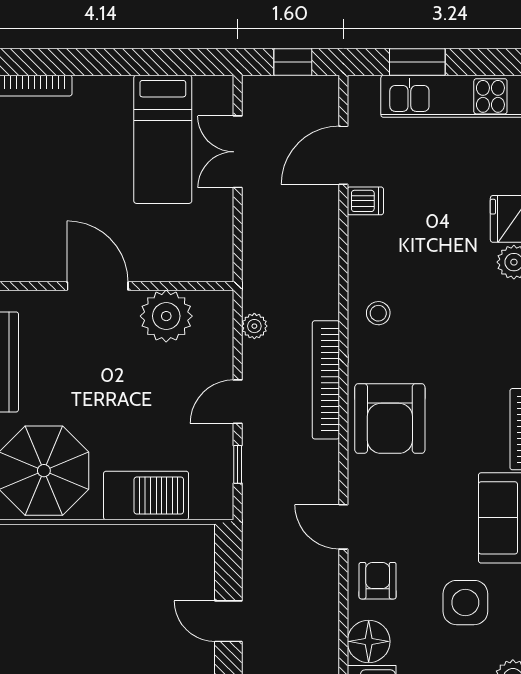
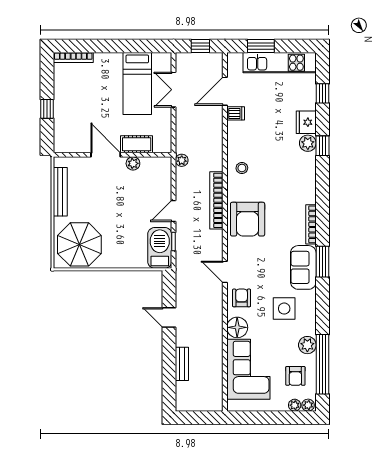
cot: (161, 264) -> (137, 144), added
plant: (166, 316) -> (133, 163), width x0.53, depth x0.53
plant: (254, 326) -> (182, 160), moved
barbecue: (146, 496) -> (160, 248), moved, turned -90

